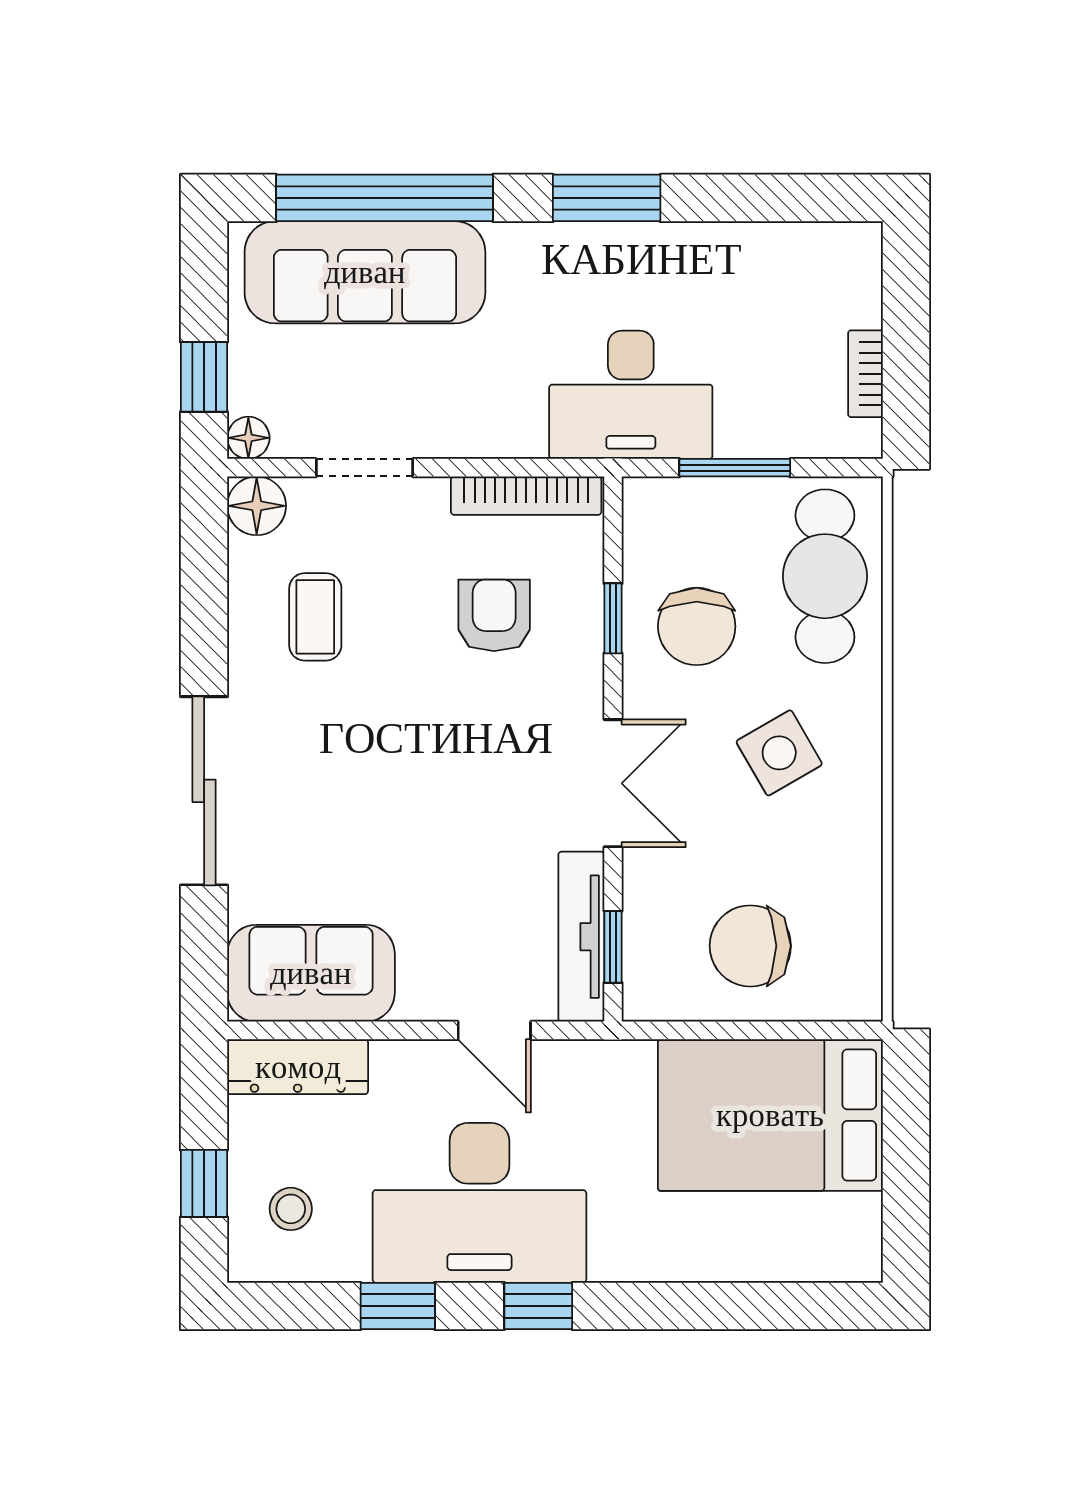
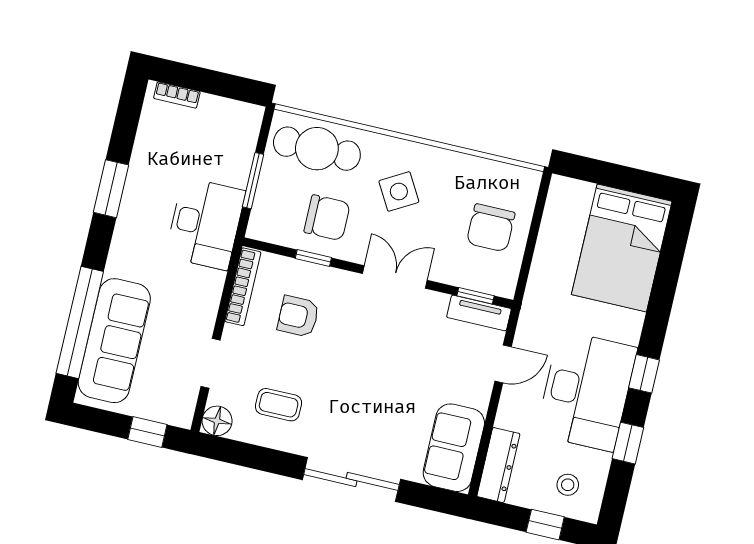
window: (607, 198) -> (111, 189), moved
bookcase: (865, 374) -> (177, 95), moved
floor lamp: (248, 438) -> (183, 417), removed
tv unit: (581, 937) -> (479, 313), width x0.71
bed: (770, 1115) -> (622, 248), moved

